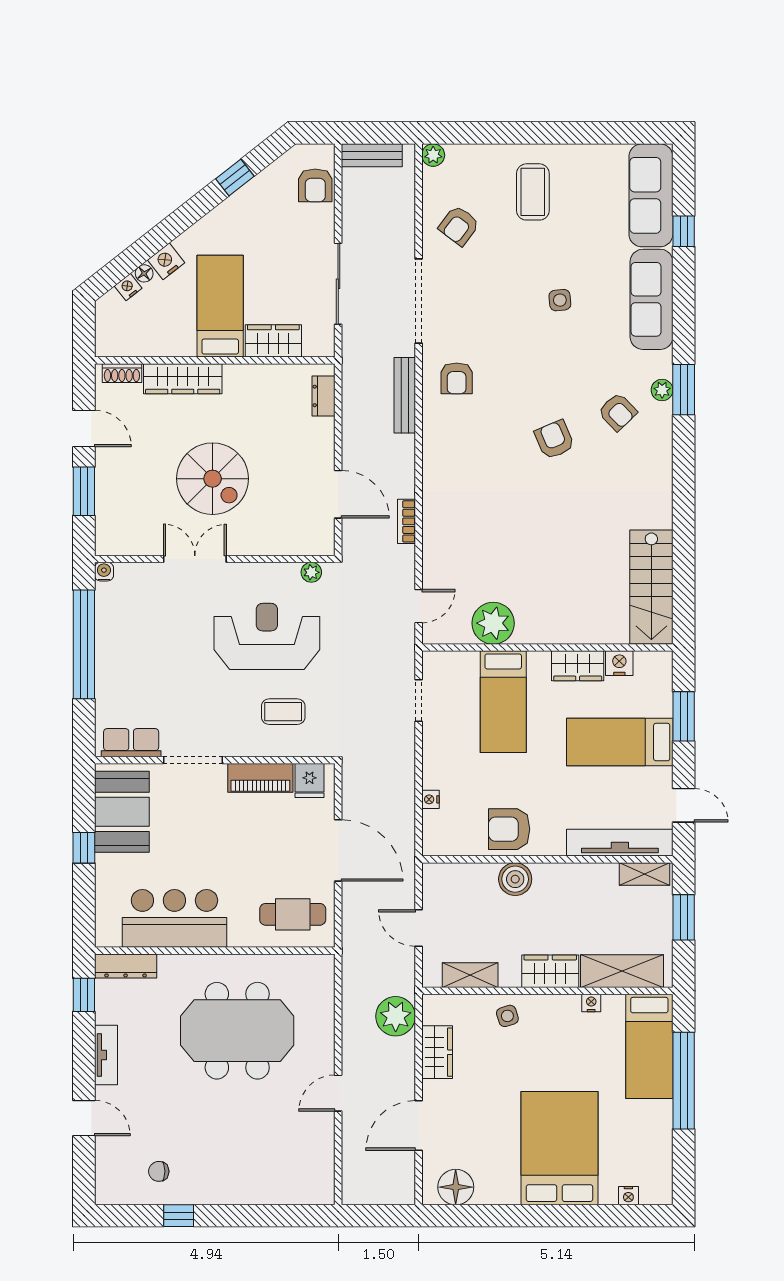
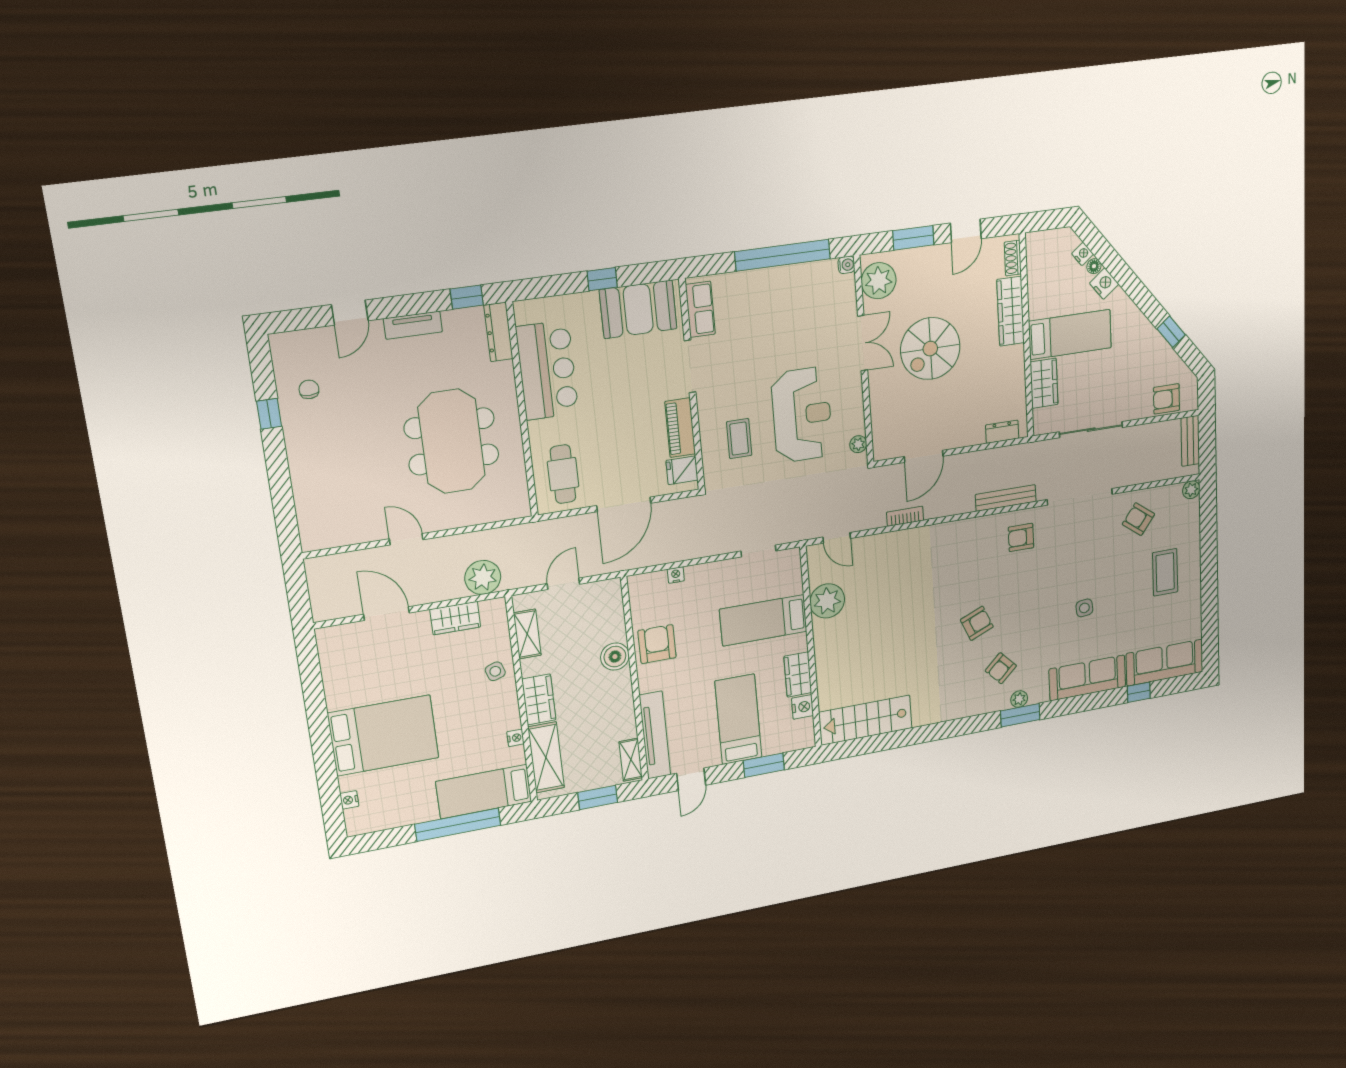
coffee table: (533, 192) -> (1165, 572), turned 90
plant: (127, 535) -> (879, 281), added
floor lamp: (456, 1187) -> (335, 655), removed

